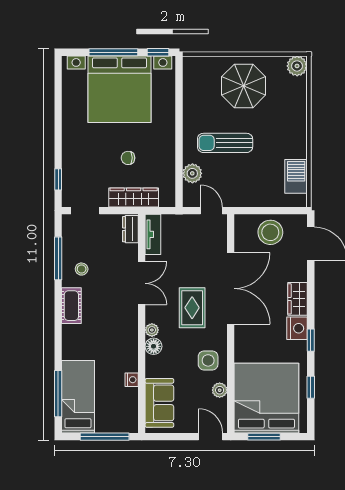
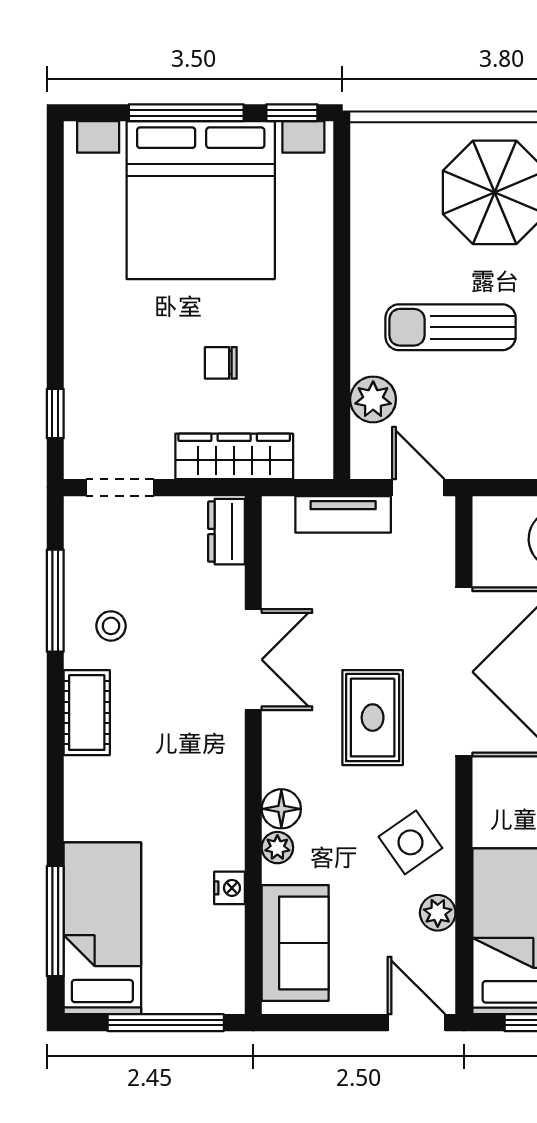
tv unit: (153, 234) -> (343, 514), moved, turned 90
plant: (152, 330) -> (277, 848), moved
side table: (208, 360) -> (410, 842), turned -35

